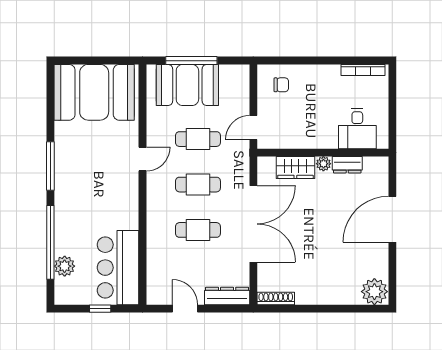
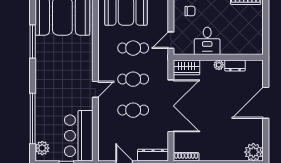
desk: (357, 129) -> (207, 41), moved
door: (142, 159) -> (95, 89), moved
window: (50, 166) -> (33, 42), moved
wardrobe: (295, 167) -> (187, 67), moved
plant: (65, 266) -> (42, 148), moved

